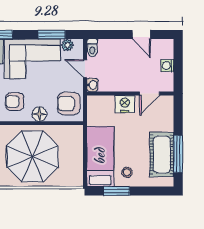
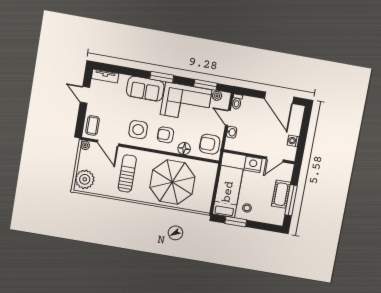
door: (141, 35) -> (279, 98), width x1.88
washing machine: (167, 66) -> (293, 141), moved
wall: (130, 94) -> (259, 157), moved
door: (150, 94) -> (275, 159), moved
nightstand: (125, 104) -> (253, 164), moved
cot: (162, 155) -> (281, 194), width x0.73, depth x0.75

